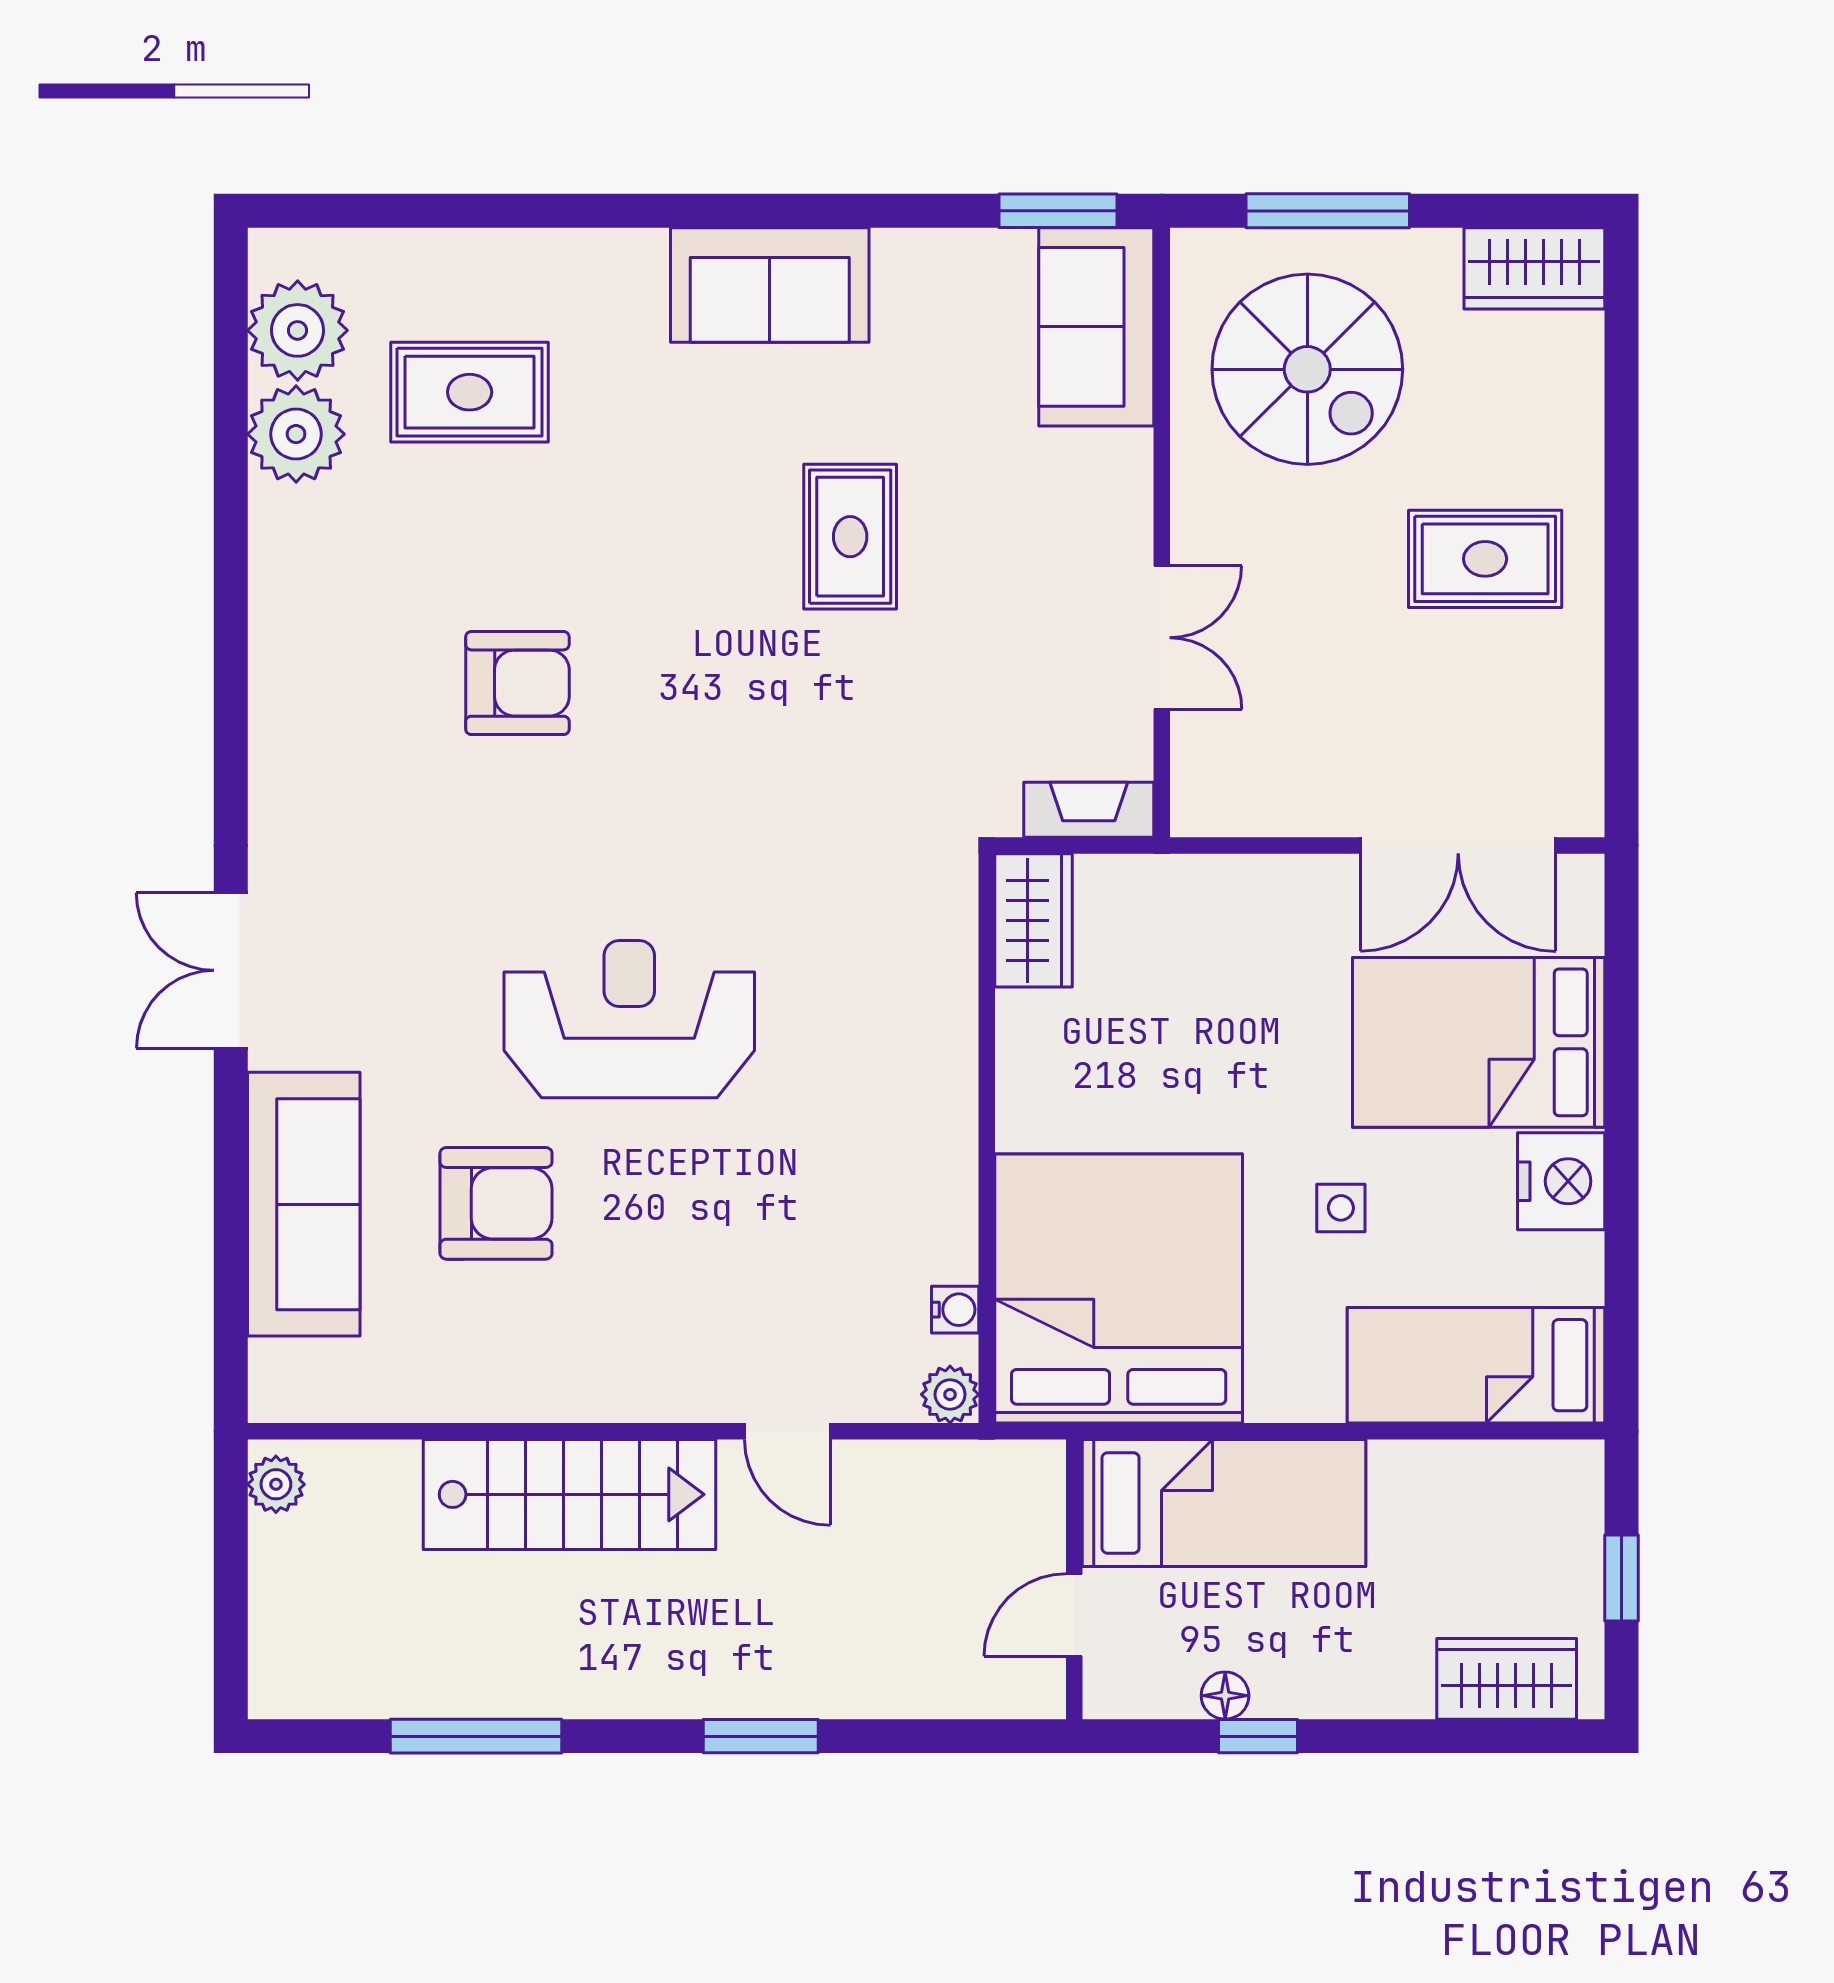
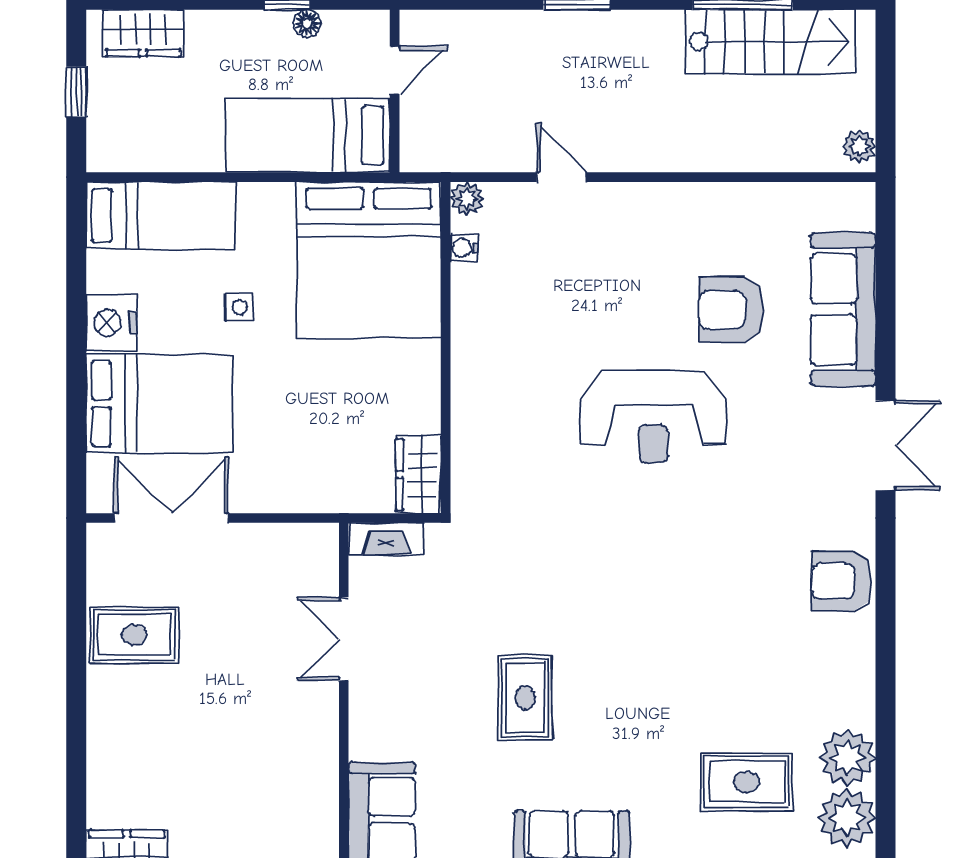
spiral stairs: (1307, 369) -> (259, 795), removed
rug: (1485, 559) -> (134, 635), moved
armchair: (517, 683) -> (841, 581), moved
stairs: (570, 1494) -> (770, 42), moved, turned 180

